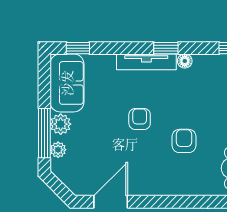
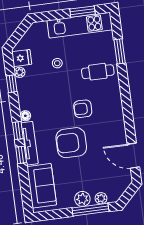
window: (78, 48) -> (21, 155), moved
sofa: (67, 83) -> (42, 186), moved, turned 90
armchair: (140, 119) -> (71, 143), width x1.88, depth x1.88

